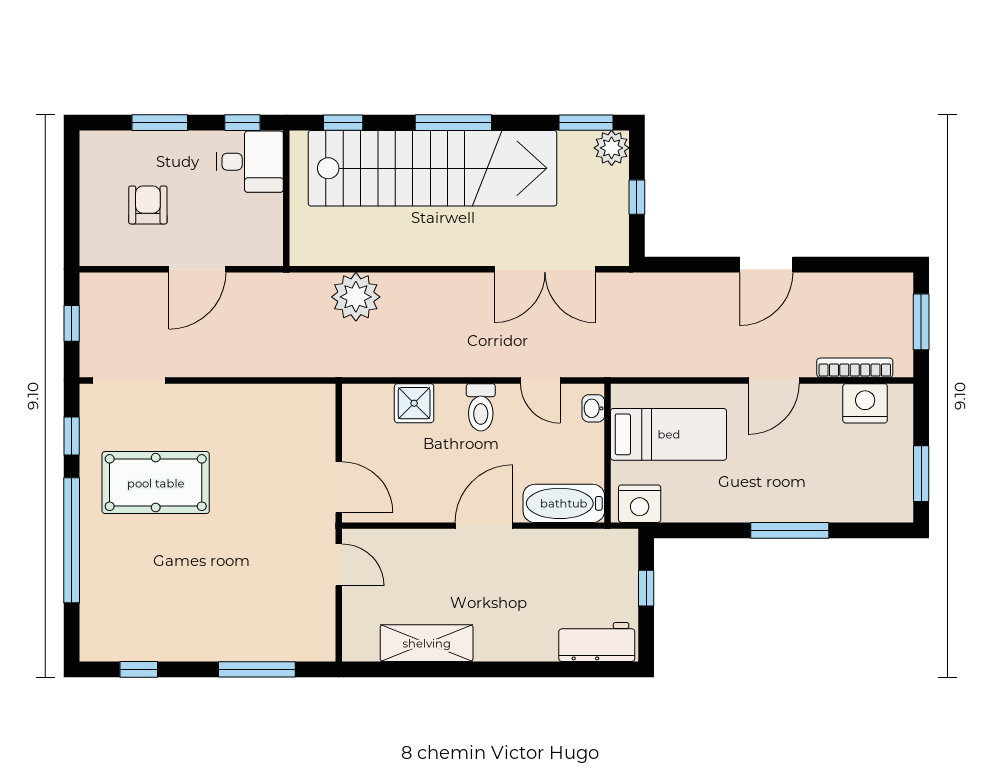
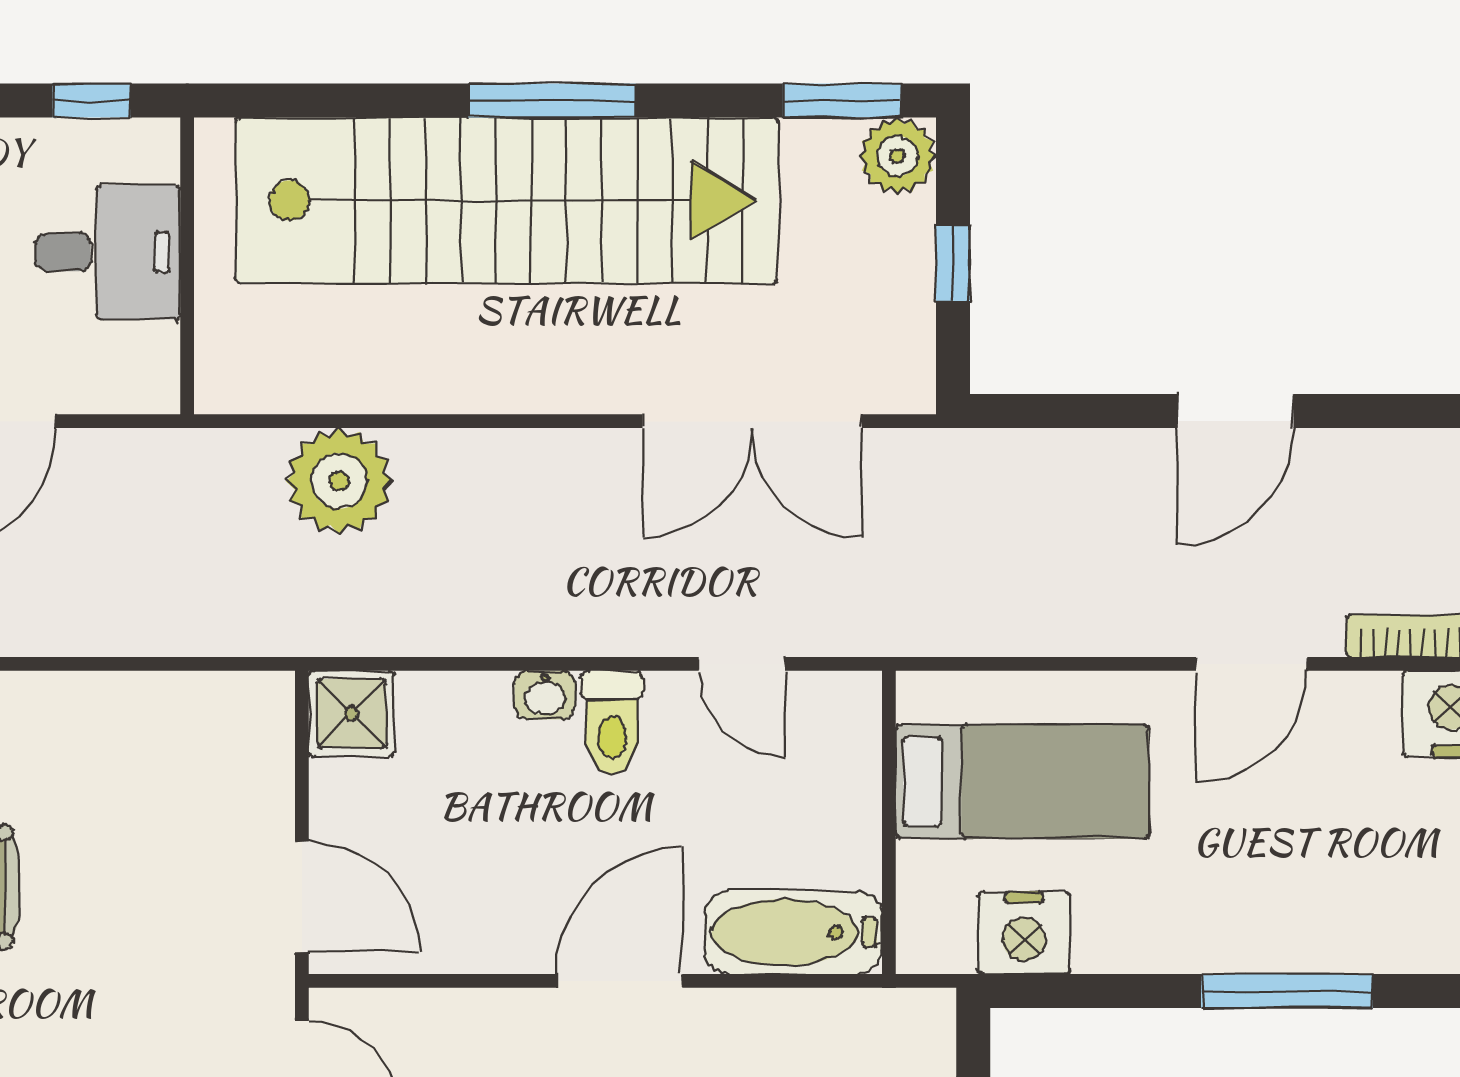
window: (343, 123) -> (311, 101), removed
desk: (250, 162) -> (108, 252), moved
shower: (414, 403) -> (352, 714), moved
washbasin: (593, 408) -> (545, 695), moved, turned -90
nightstand: (640, 504) -> (1024, 933), moved

